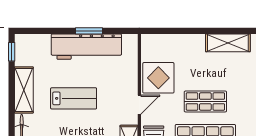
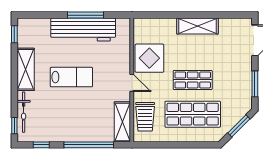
window: (89, 31) -> (86, 15), width x1.44
shelving: (228, 43) -> (198, 26), moved
door: (139, 105) -> (132, 83), hinge flipped

